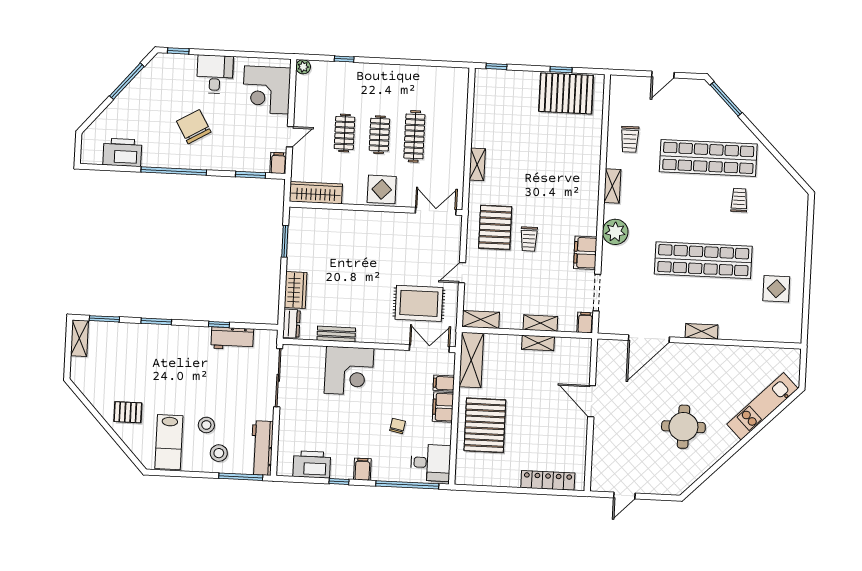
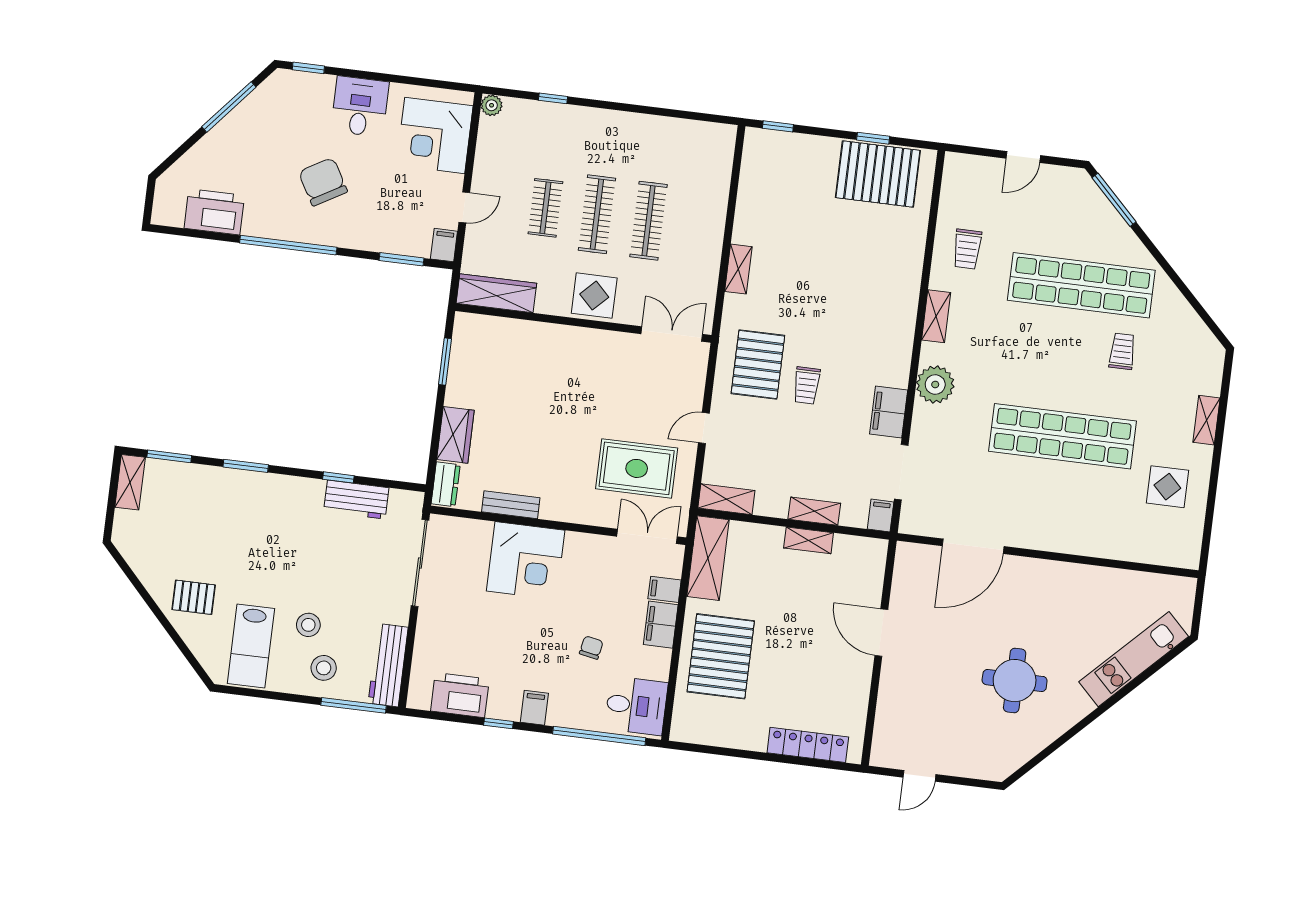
clothes rail: (379, 135) -> (597, 214), width x1.36
shelving: (702, 331) -> (1206, 420), moved, turned 90

